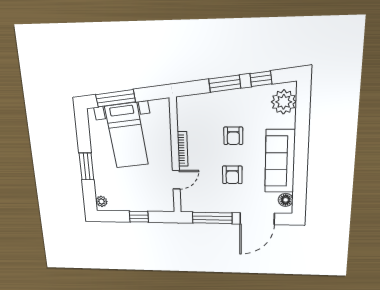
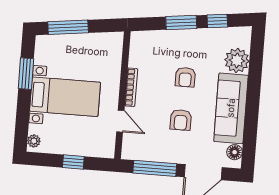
plant: (284, 102) -> (237, 60), moved
bed with nightstands: (127, 135) -> (65, 97), moved, turned -83
window: (86, 166) -> (26, 74), moved
door: (176, 180) -> (120, 121), hinge flipped

